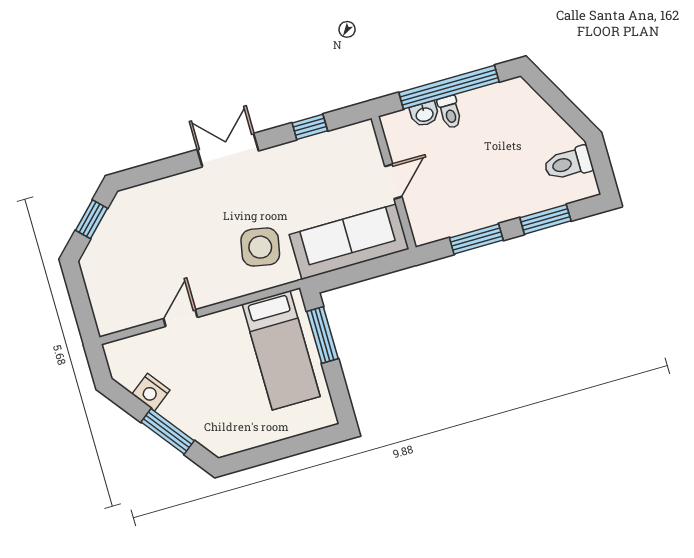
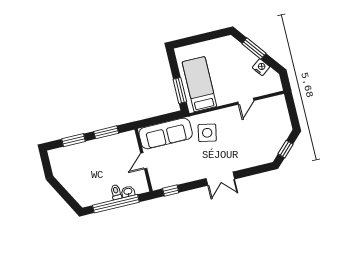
window: (310, 127) -> (171, 191), moved
toilet: (568, 163) -> (62, 166), removed

